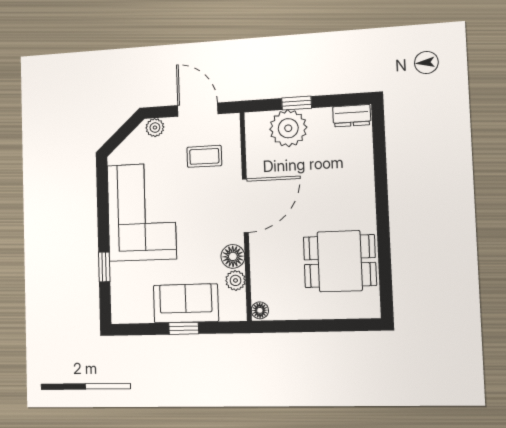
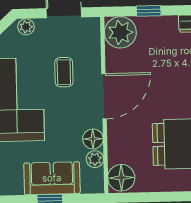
plant: (288, 128) -> (120, 32), moved
coffee table: (204, 156) -> (64, 72), moved, turned 90
floor lamp: (260, 310) -> (121, 178), width x1.89, depth x1.89

